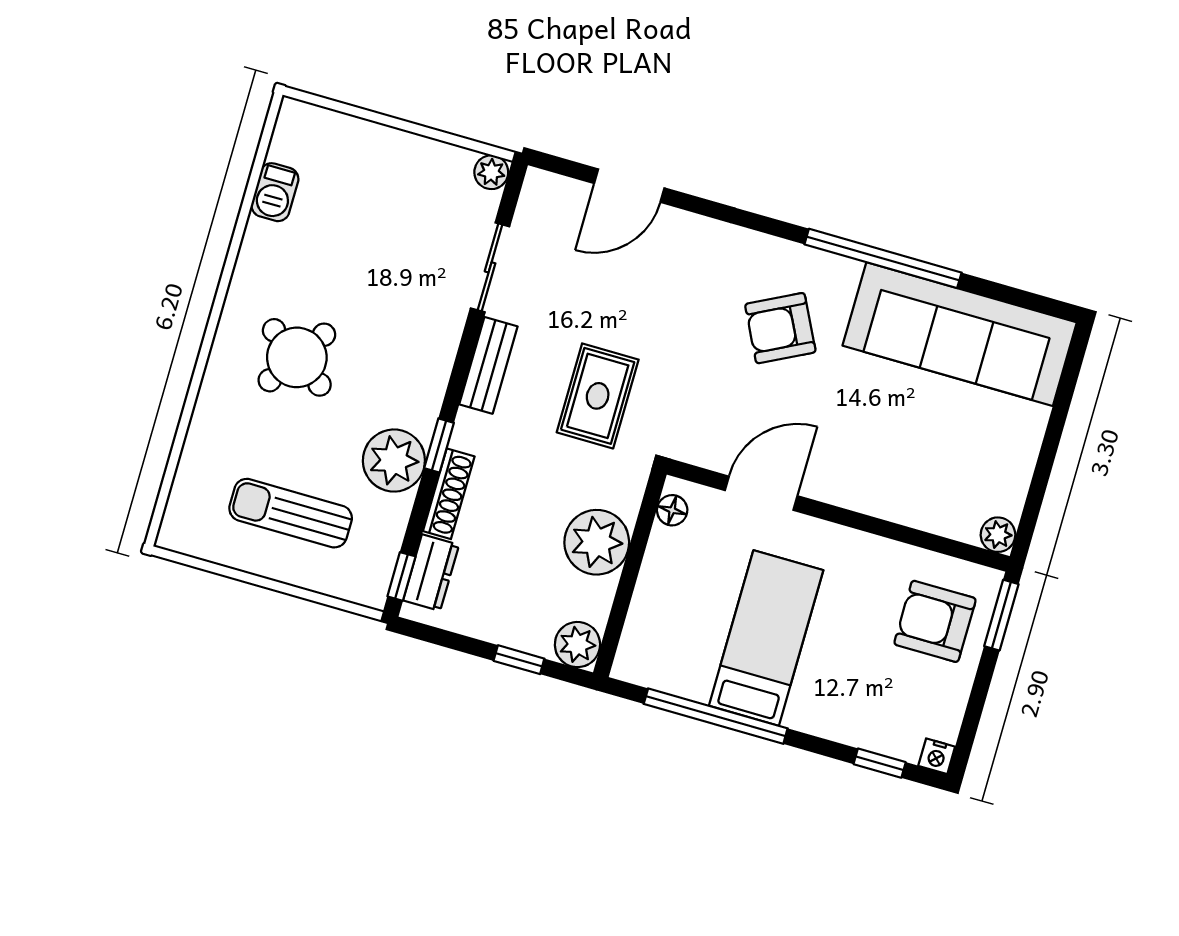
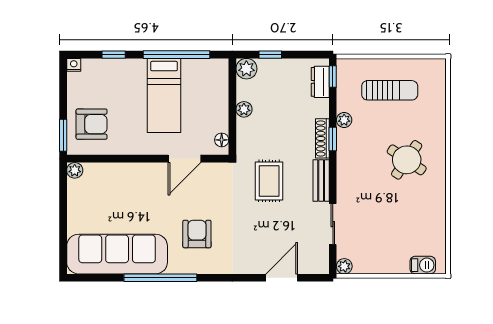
barbecue: (275, 192) -> (423, 265), moved, turned 90
armchair: (780, 328) -> (197, 234), turned -63
plant: (394, 461) -> (344, 120), width x0.53, depth x0.53
shoe rack: (449, 494) -> (322, 138), moved
plant: (597, 542) -> (244, 109), width x0.53, depth x0.53
window: (880, 763) -> (114, 55), moved

